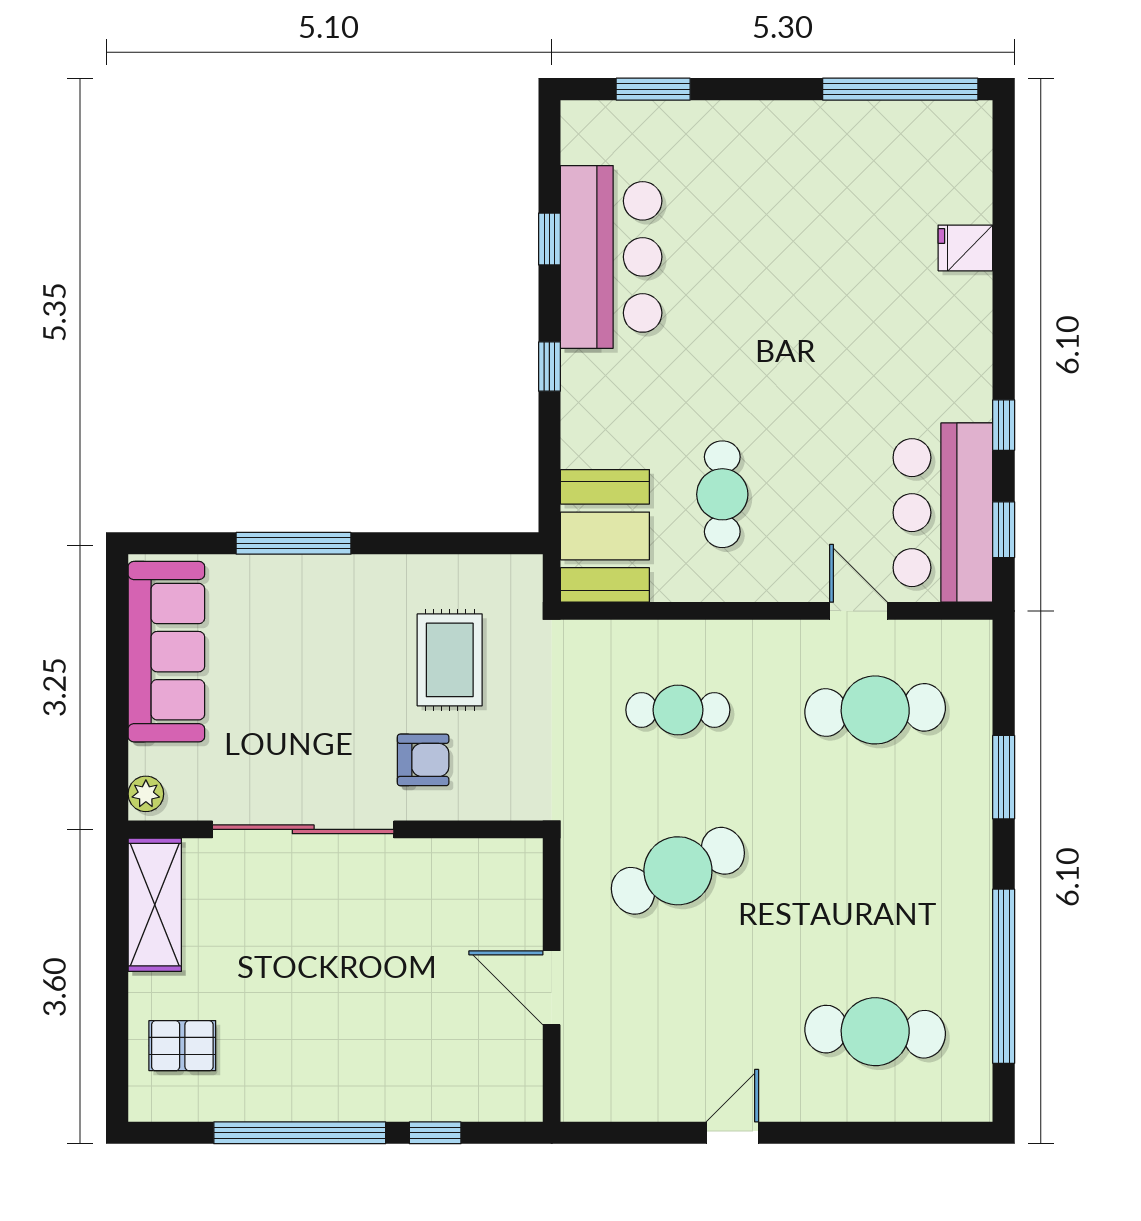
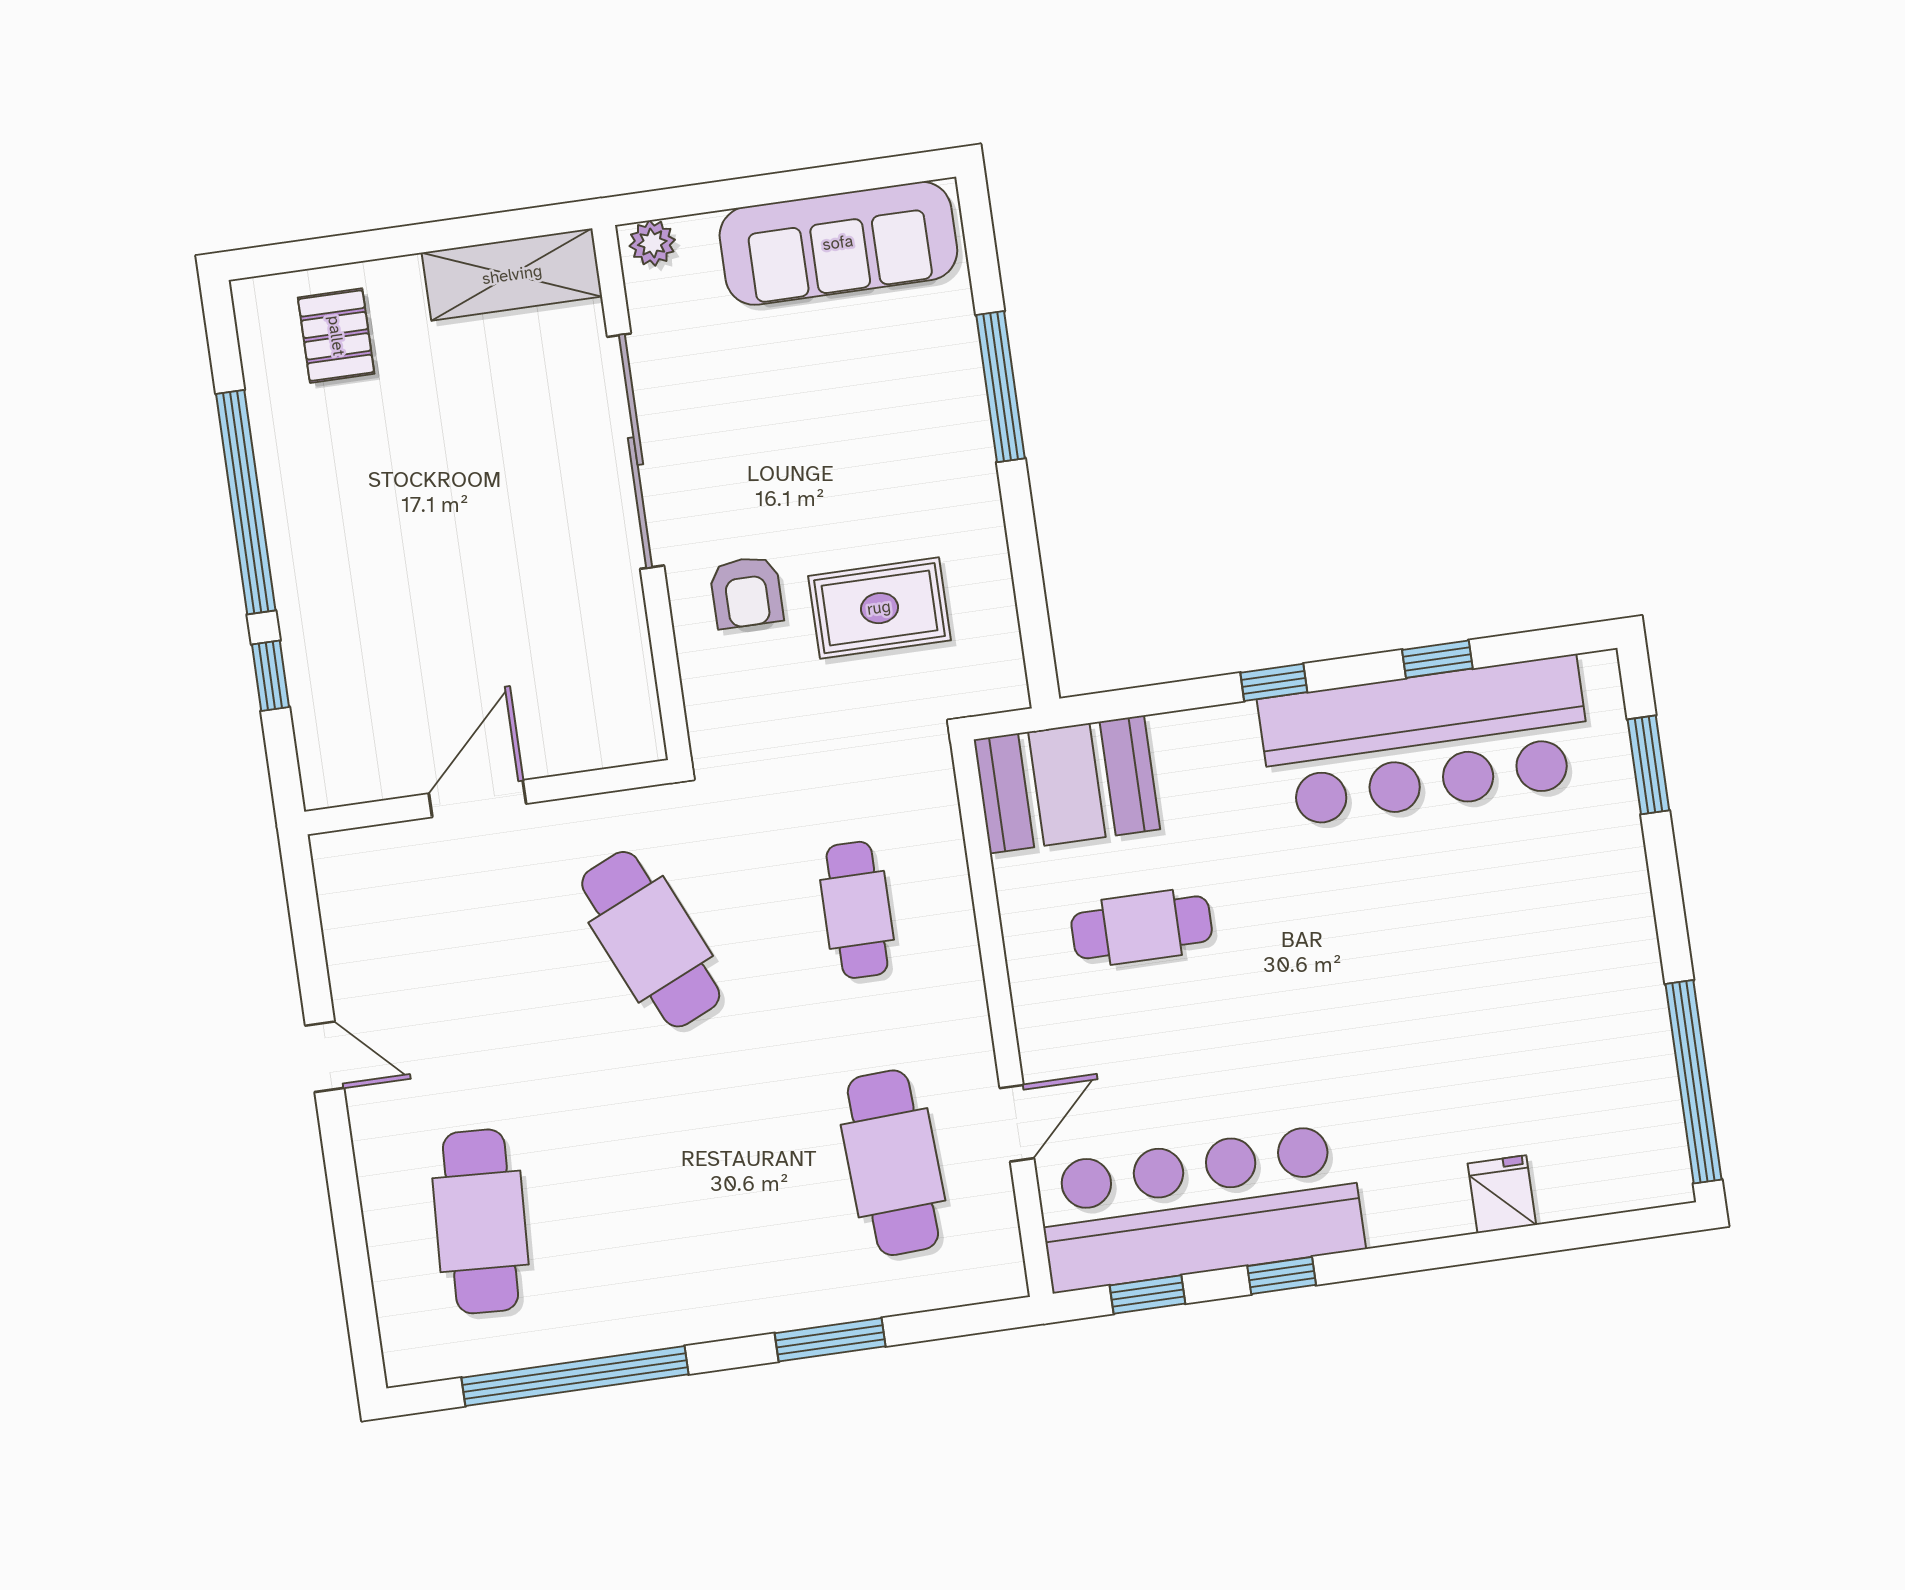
bar counter: (611, 257) -> (1426, 742), width x1.36
bar counter: (943, 513) -> (1200, 1208), width x1.36

